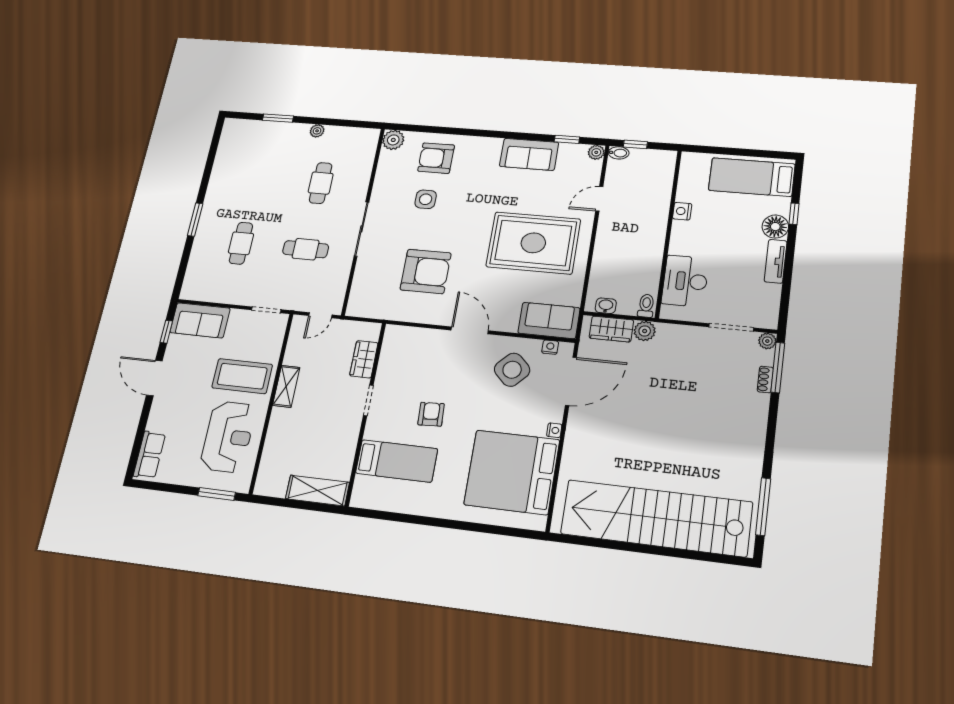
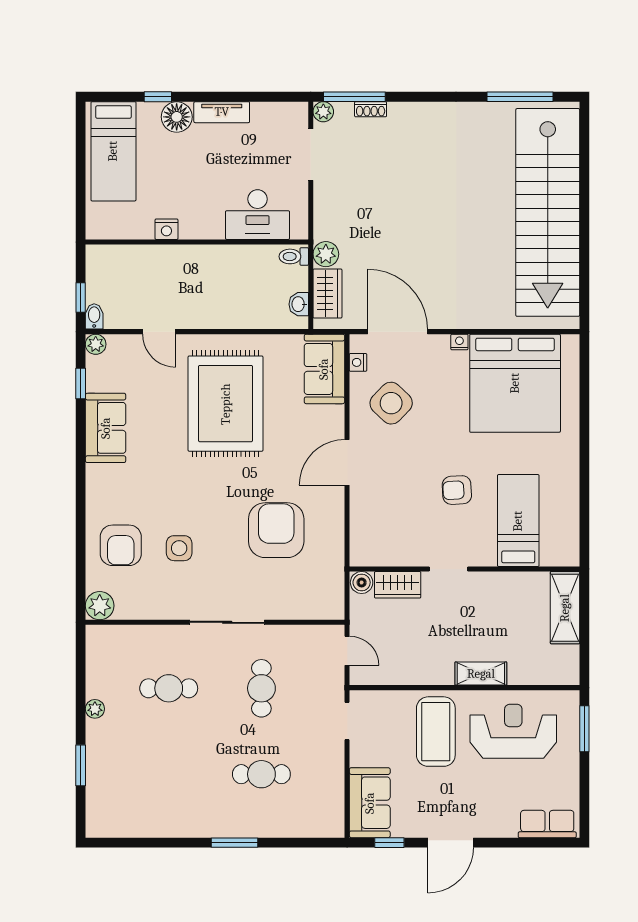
boiler: (371, 332) -> (362, 582), added
shelving: (286, 386) -> (481, 674), moved

